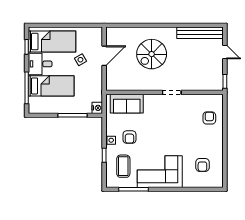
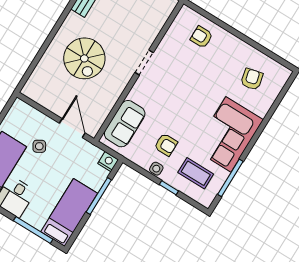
door: (104, 56) -> (72, 128), moved
bed: (51, 86) -> (69, 213), moved
armchair: (202, 165) -> (252, 79), turned -103

